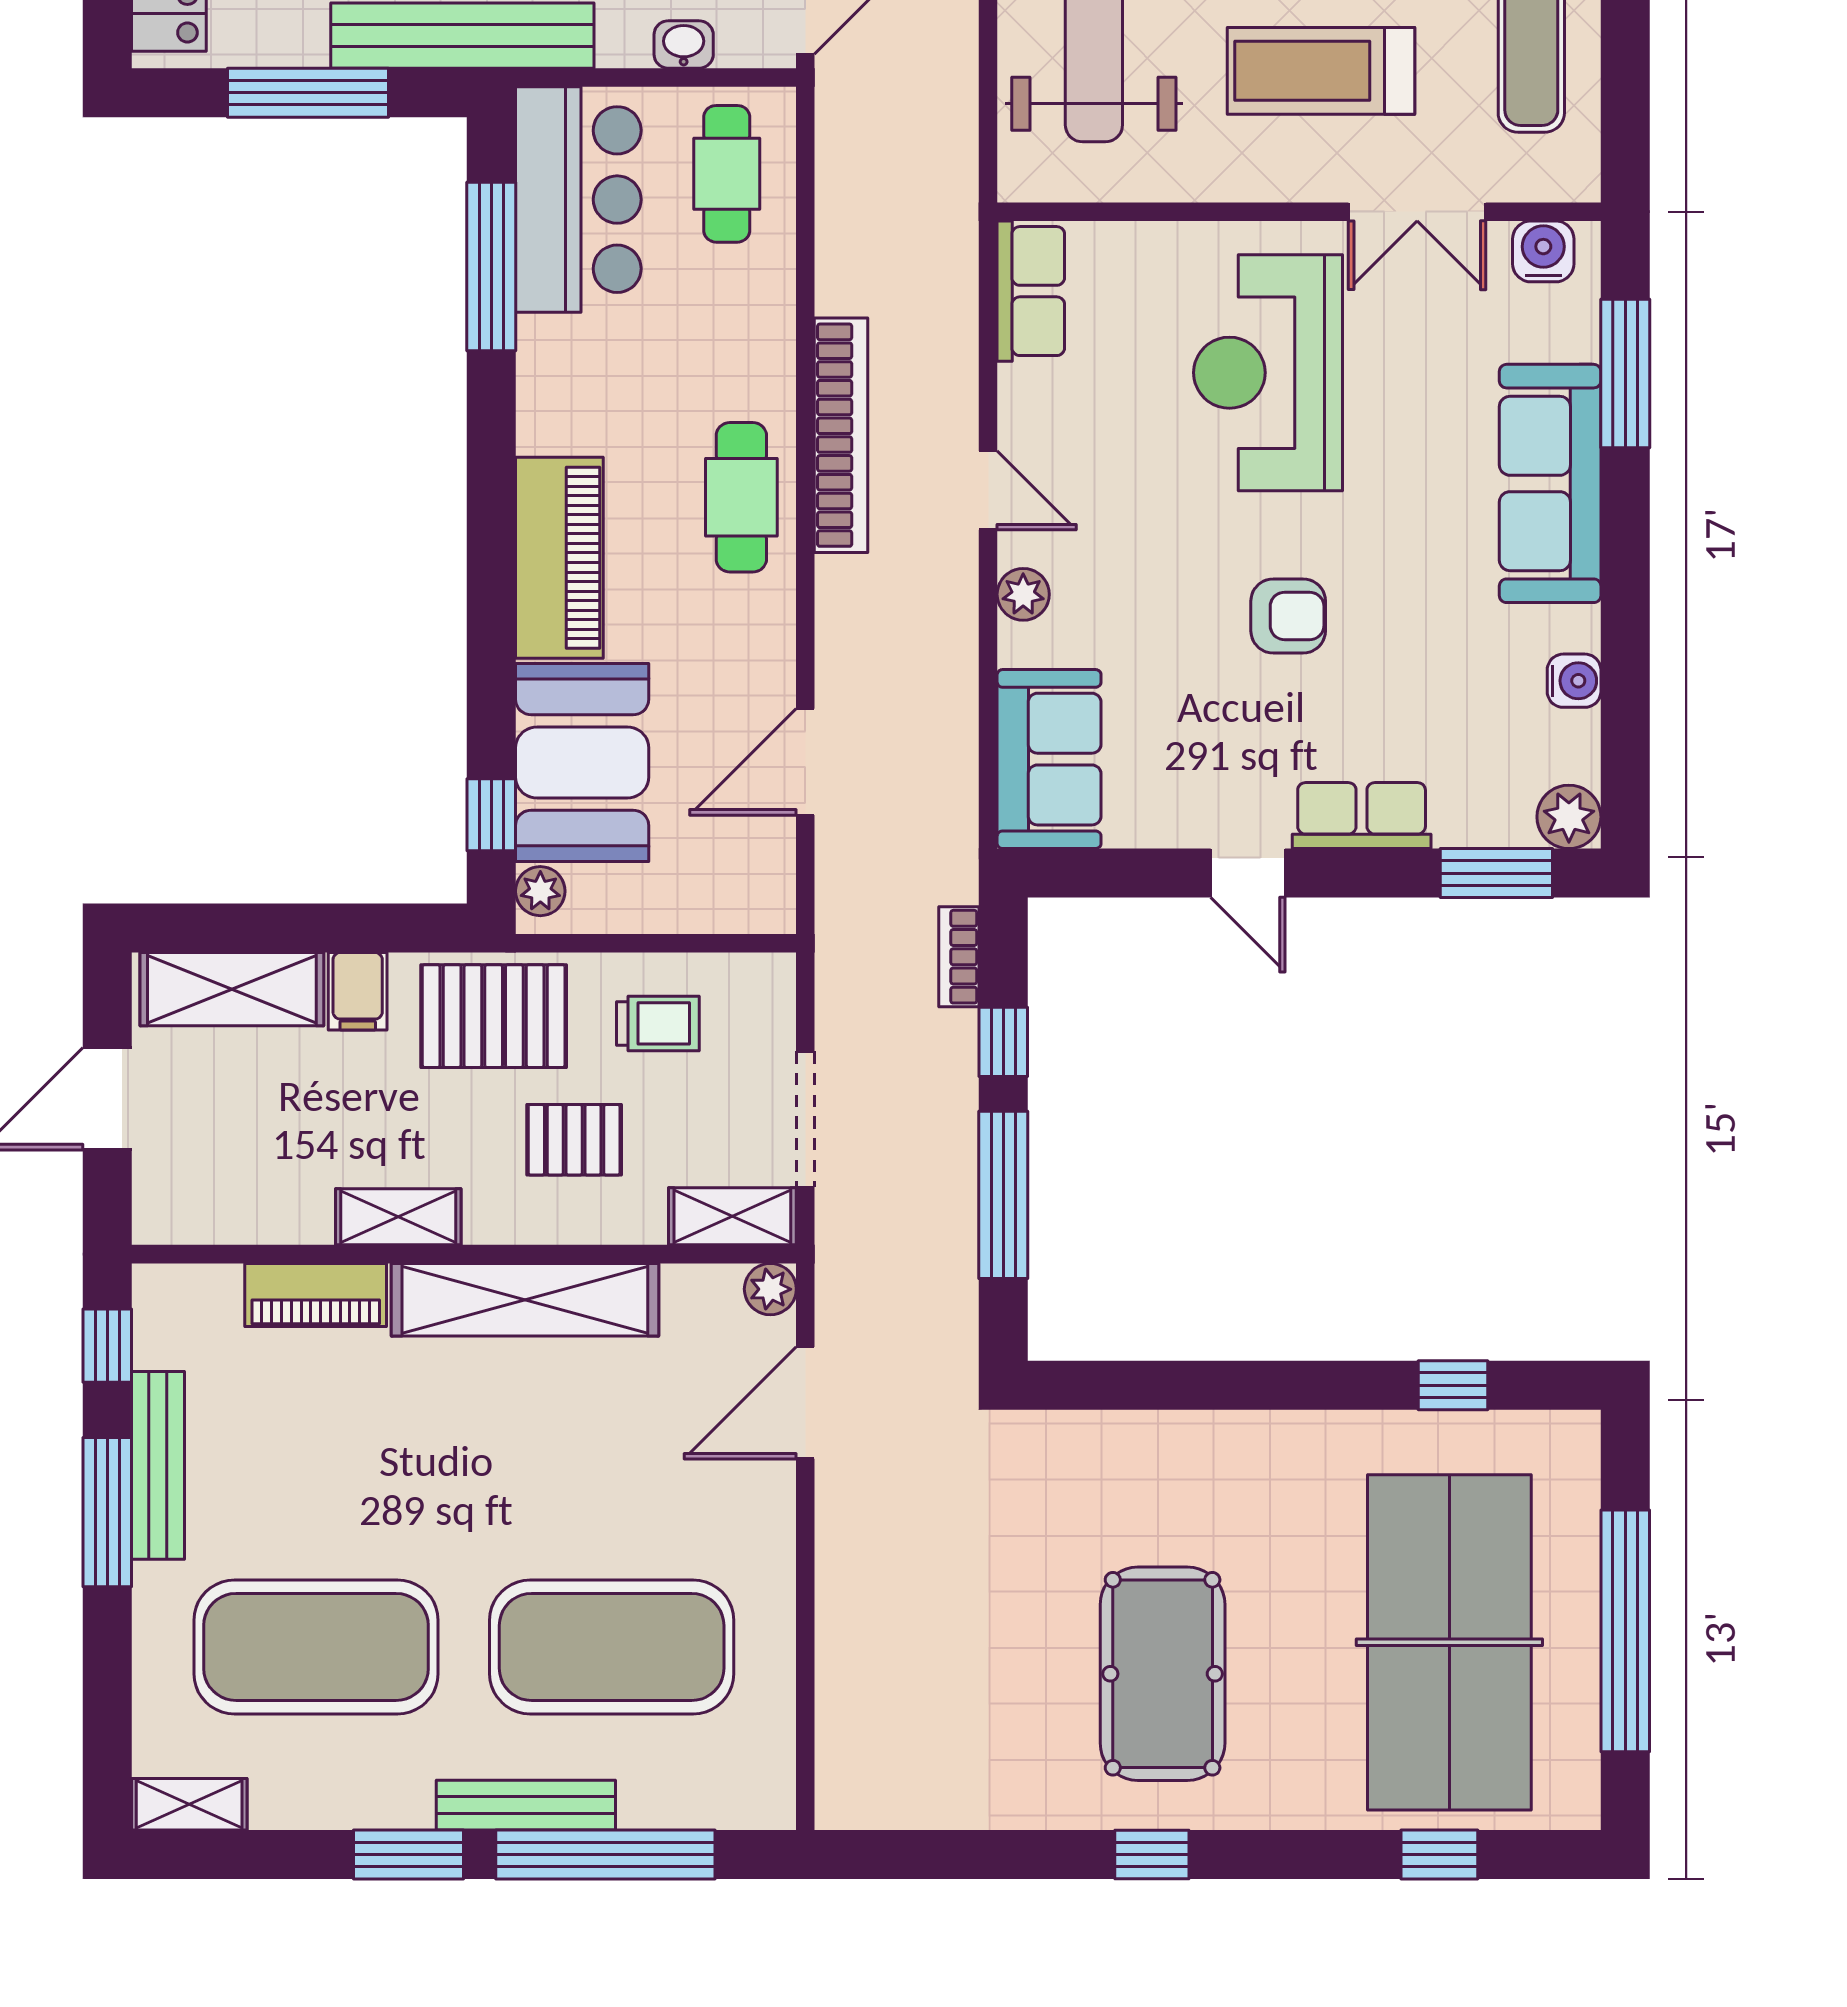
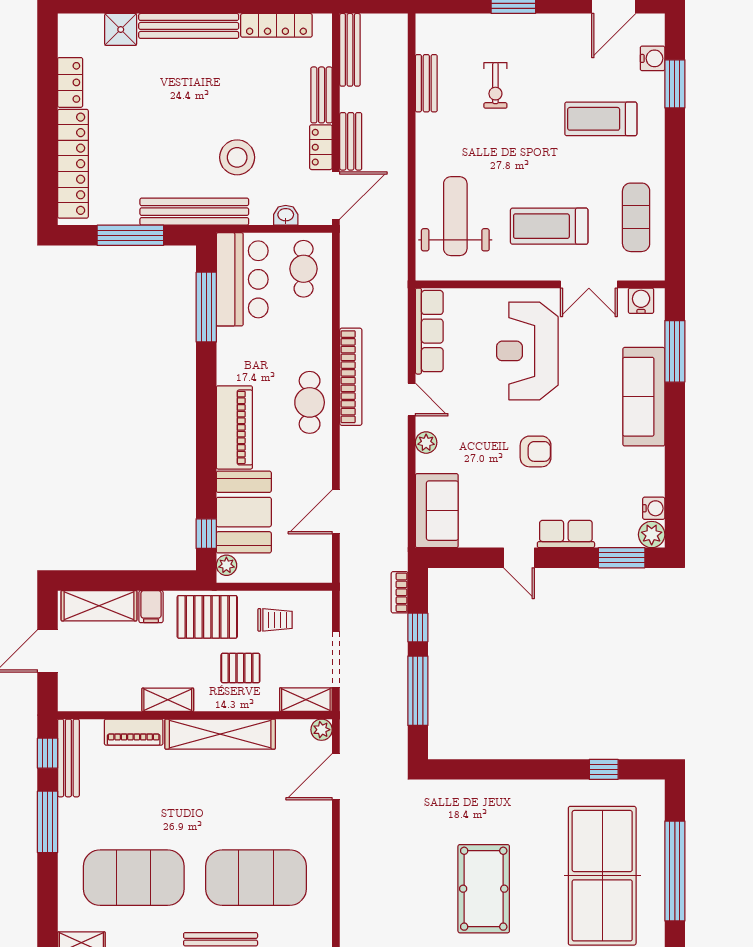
row of seats: (1031, 291) -> (429, 331), width x1.48
water cooler: (1574, 681) -> (654, 508), moved
bench: (158, 1465) -> (68, 758), moved

